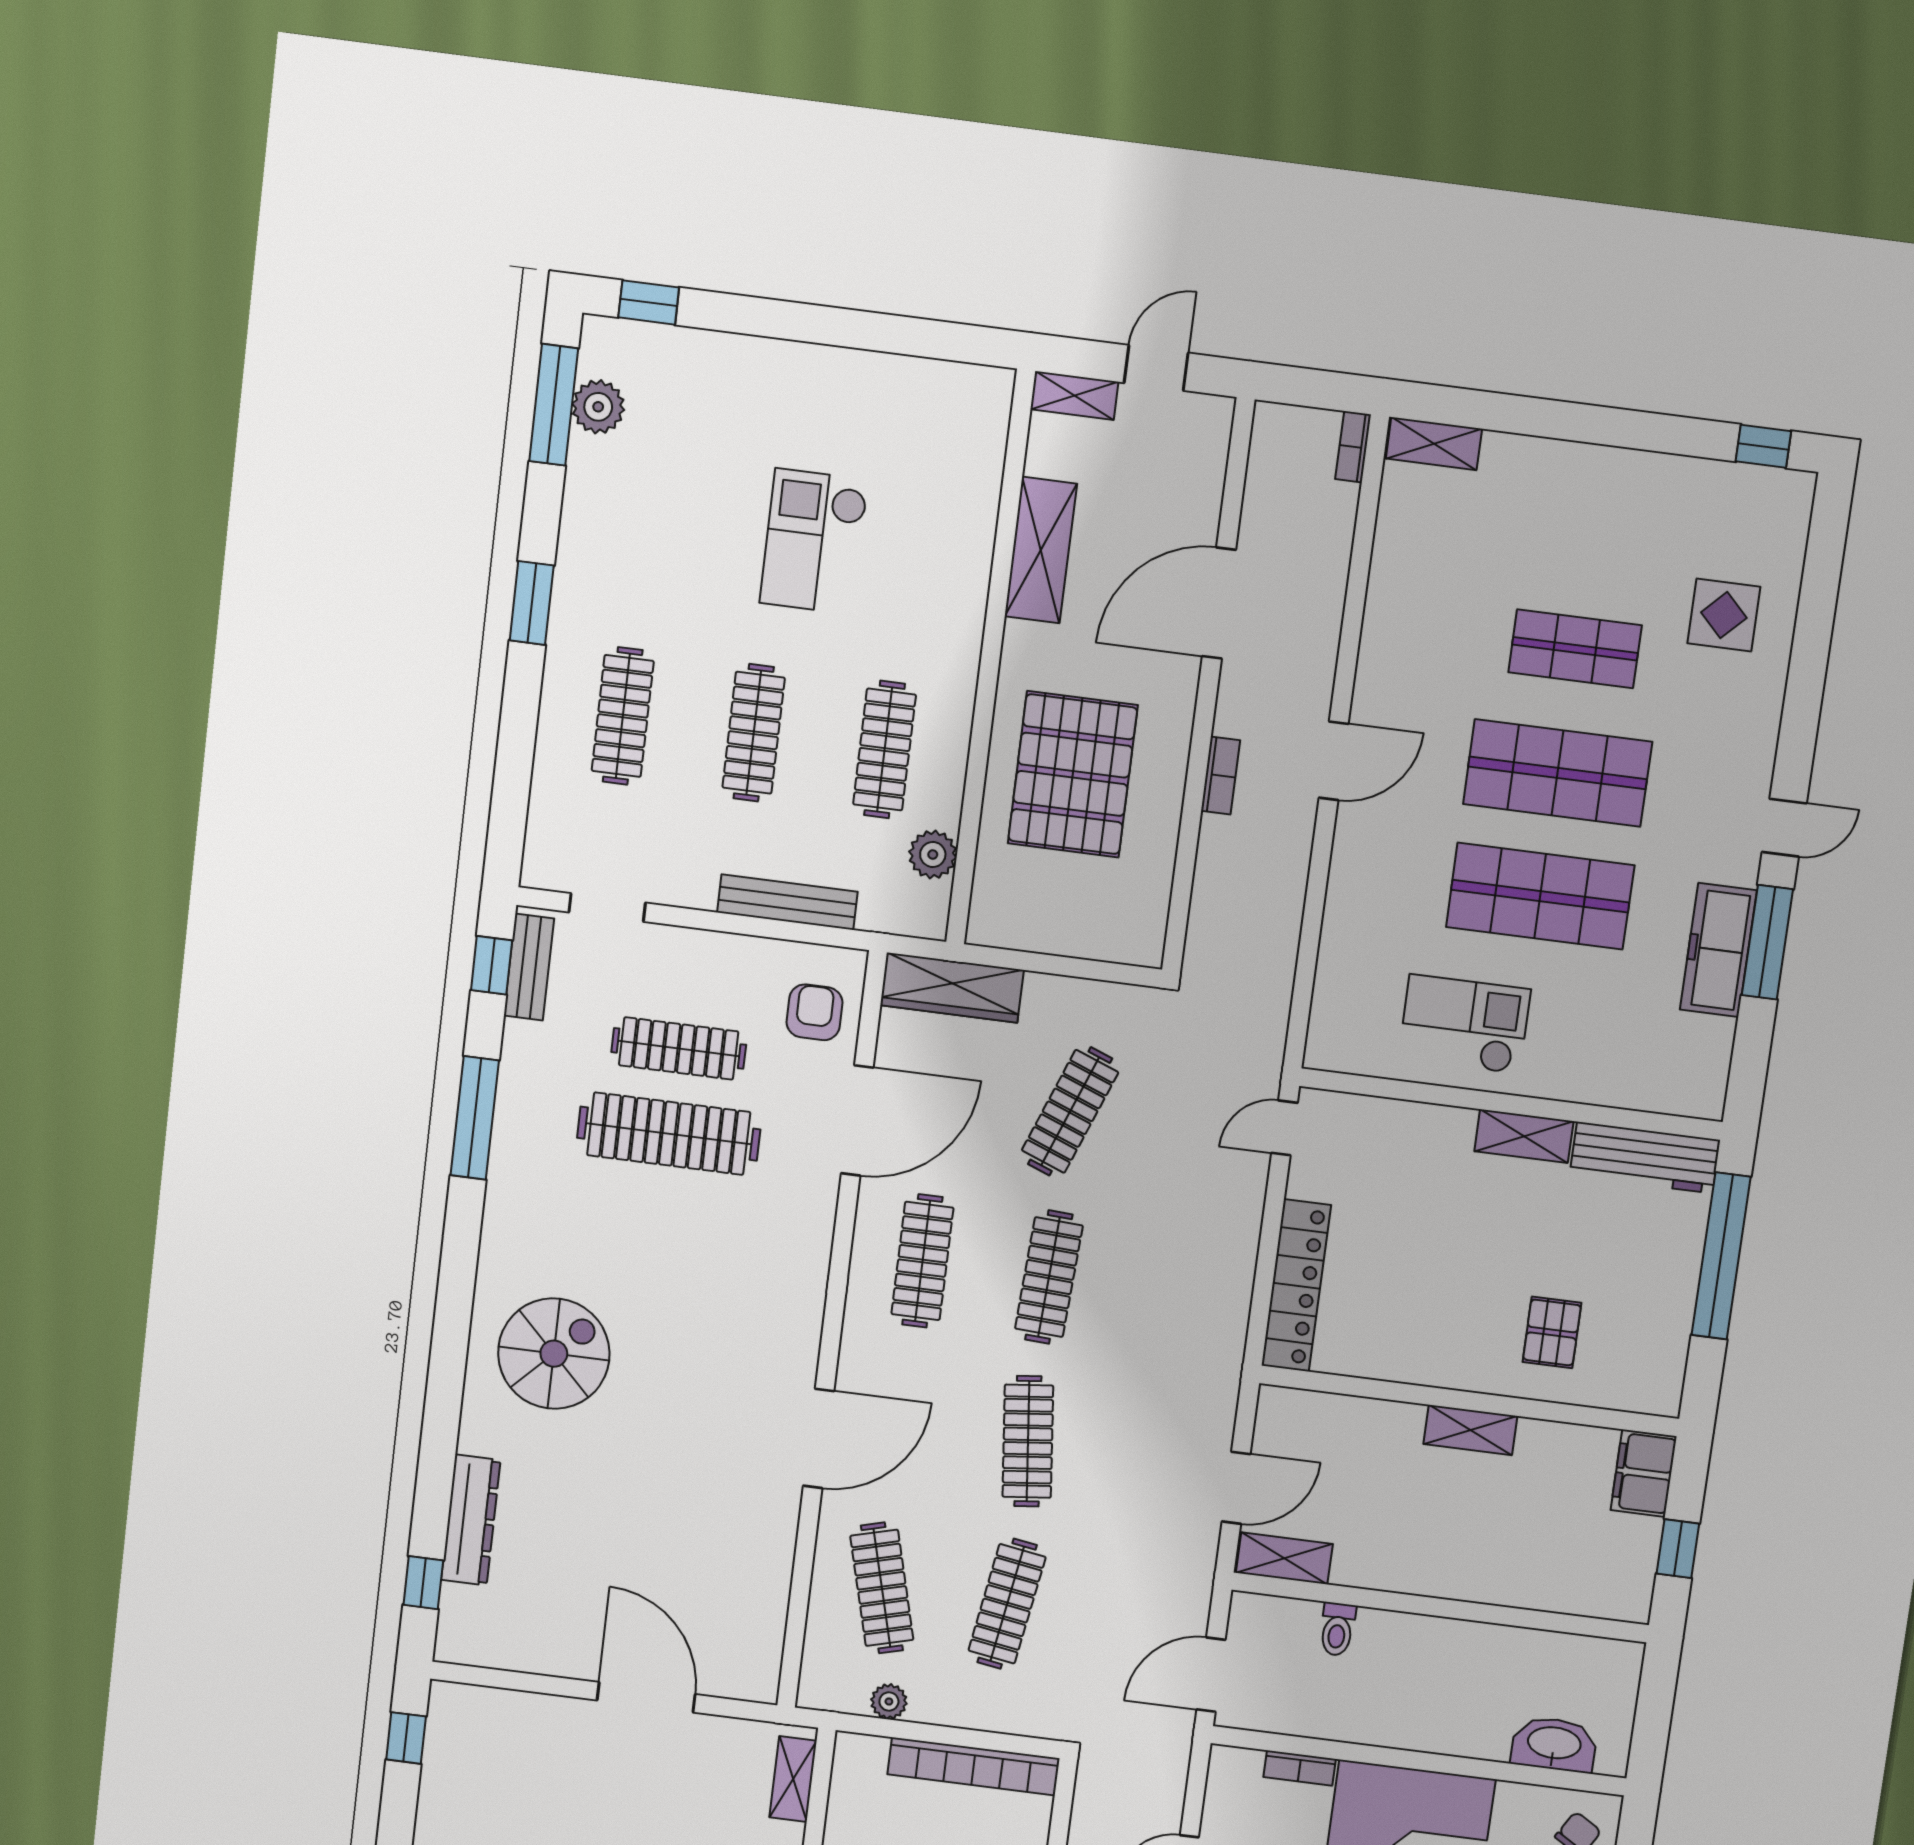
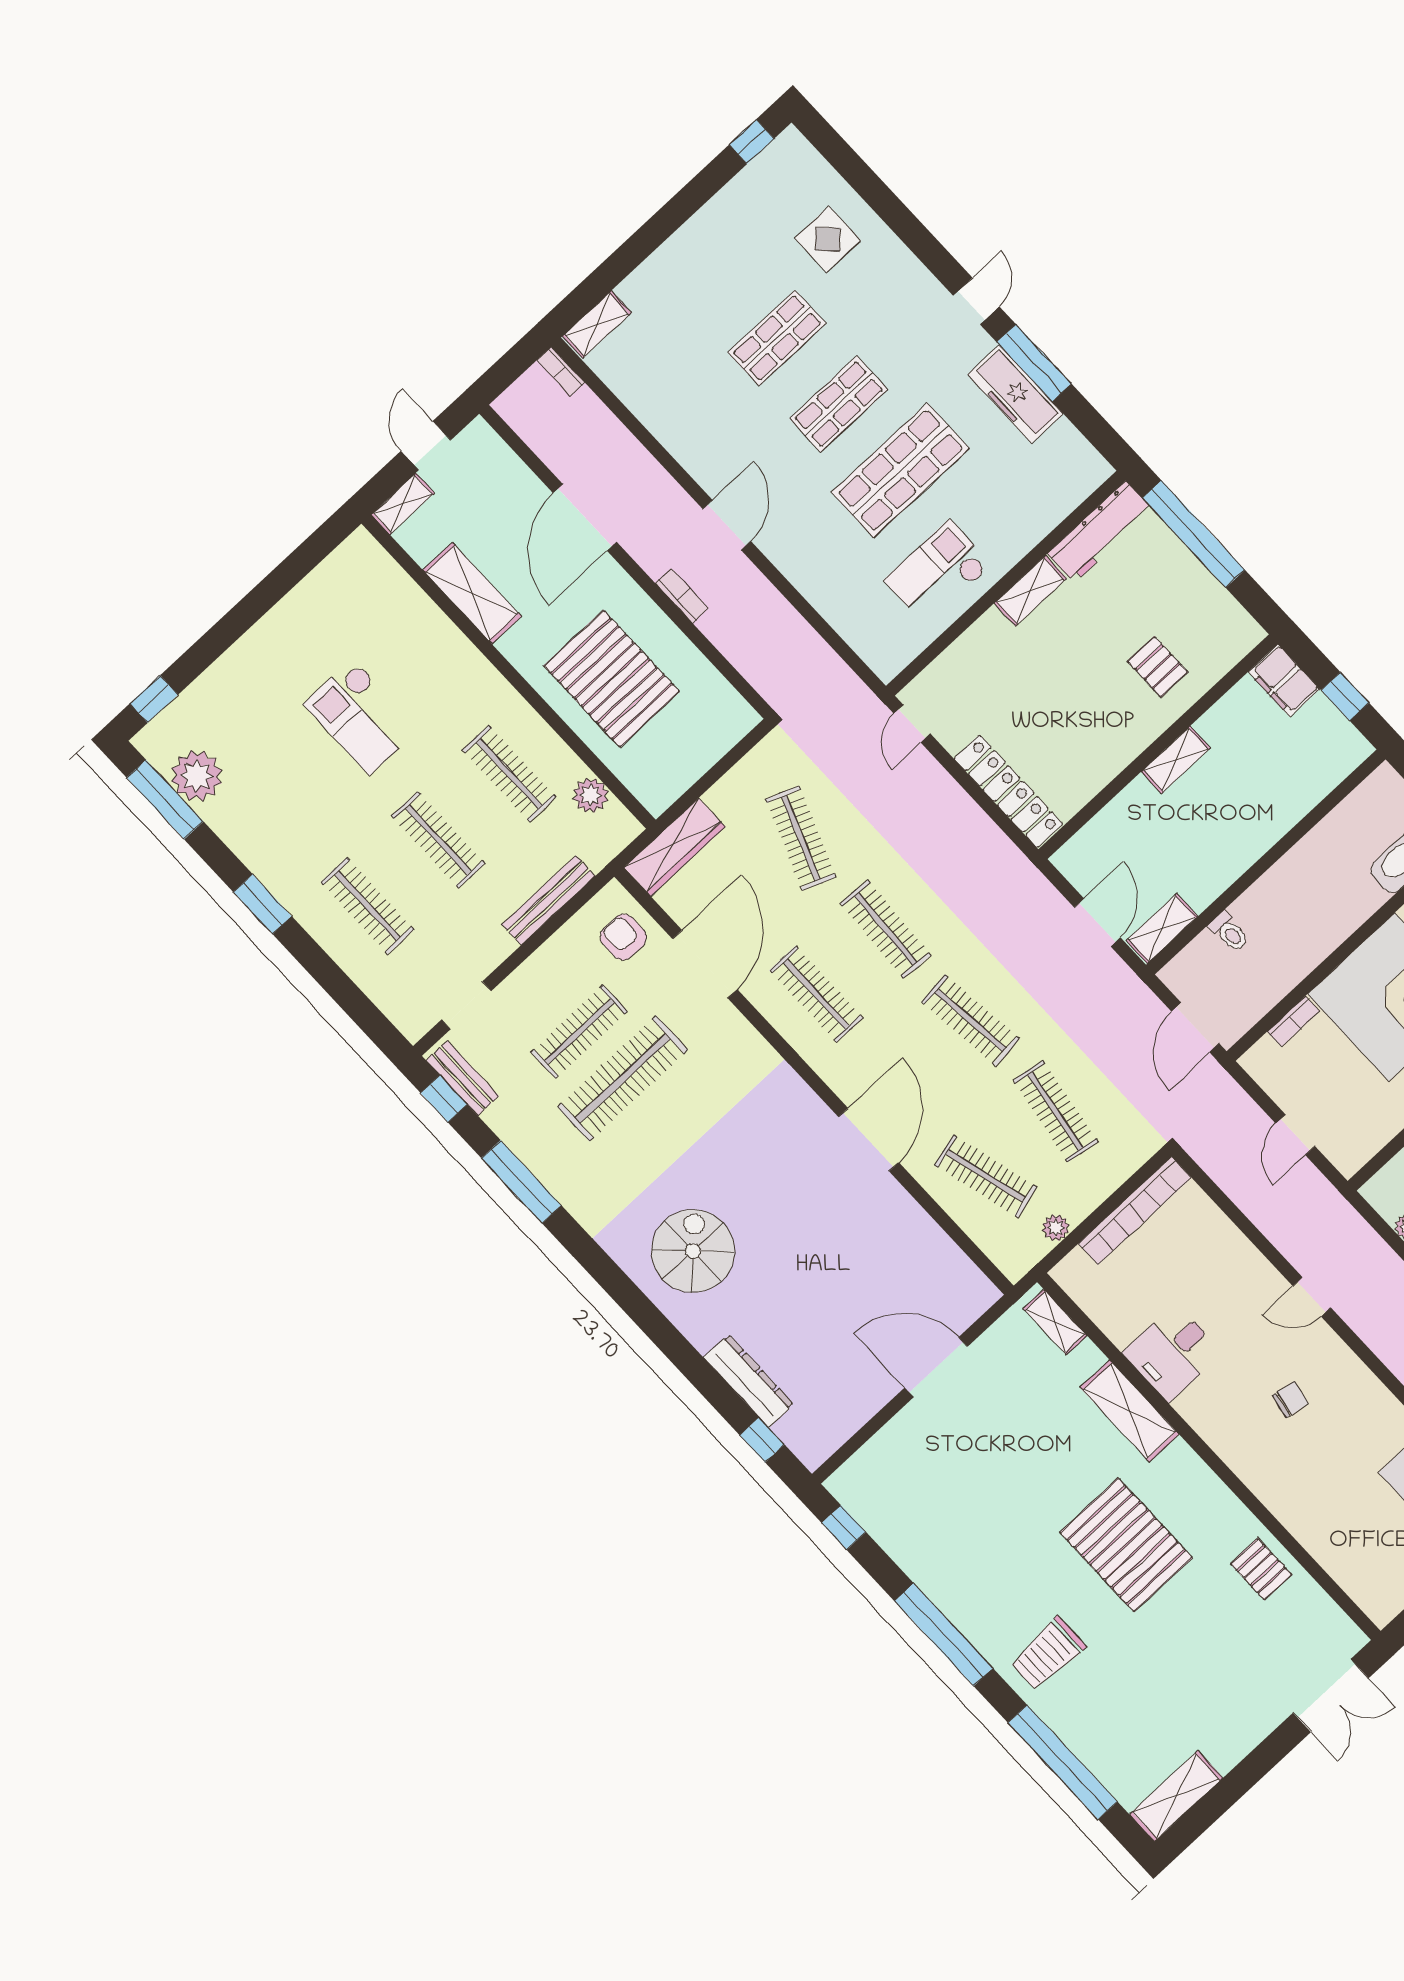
plant: (598, 407) -> (197, 776), width x1.36, depth x1.36
shop shelf: (1558, 773) -> (839, 404), width x0.70, depth x0.74

